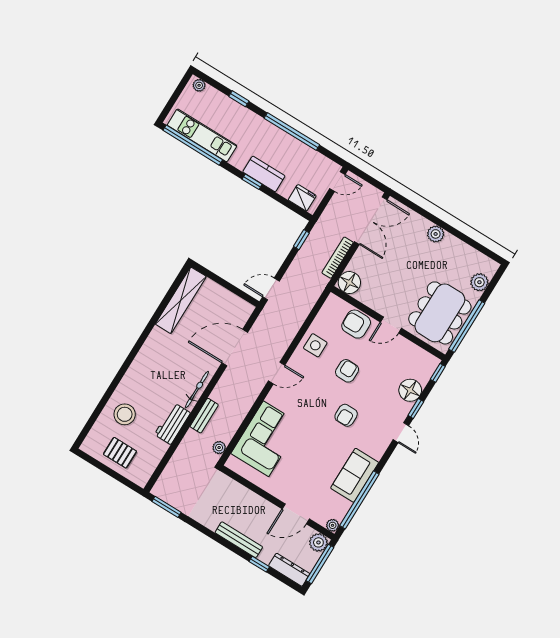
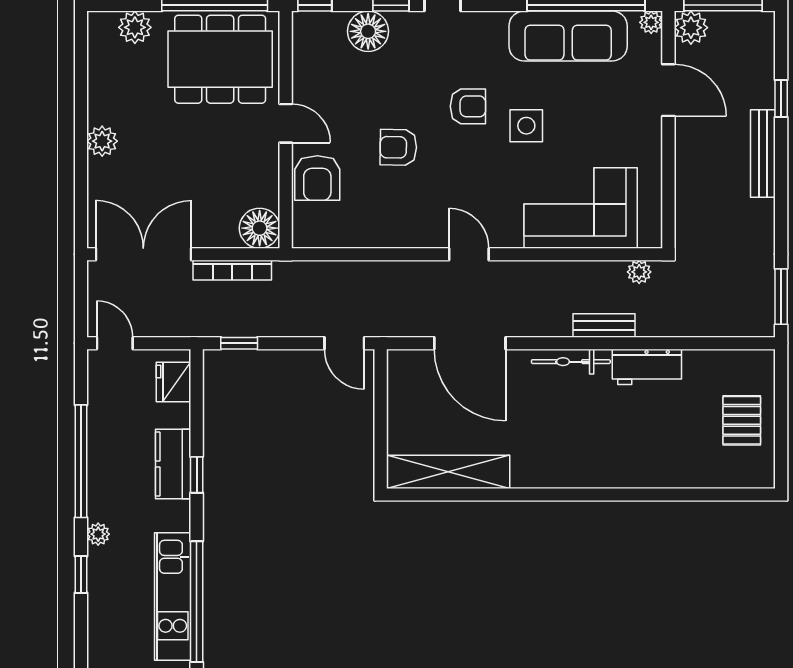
plant: (199, 85) -> (98, 534), moved
side table: (315, 345) -> (526, 126), moved
stool: (125, 414) -> (678, 450), removed
sofa: (355, 475) -> (568, 36), width x1.36
dresser: (289, 570) -> (761, 47), removed

